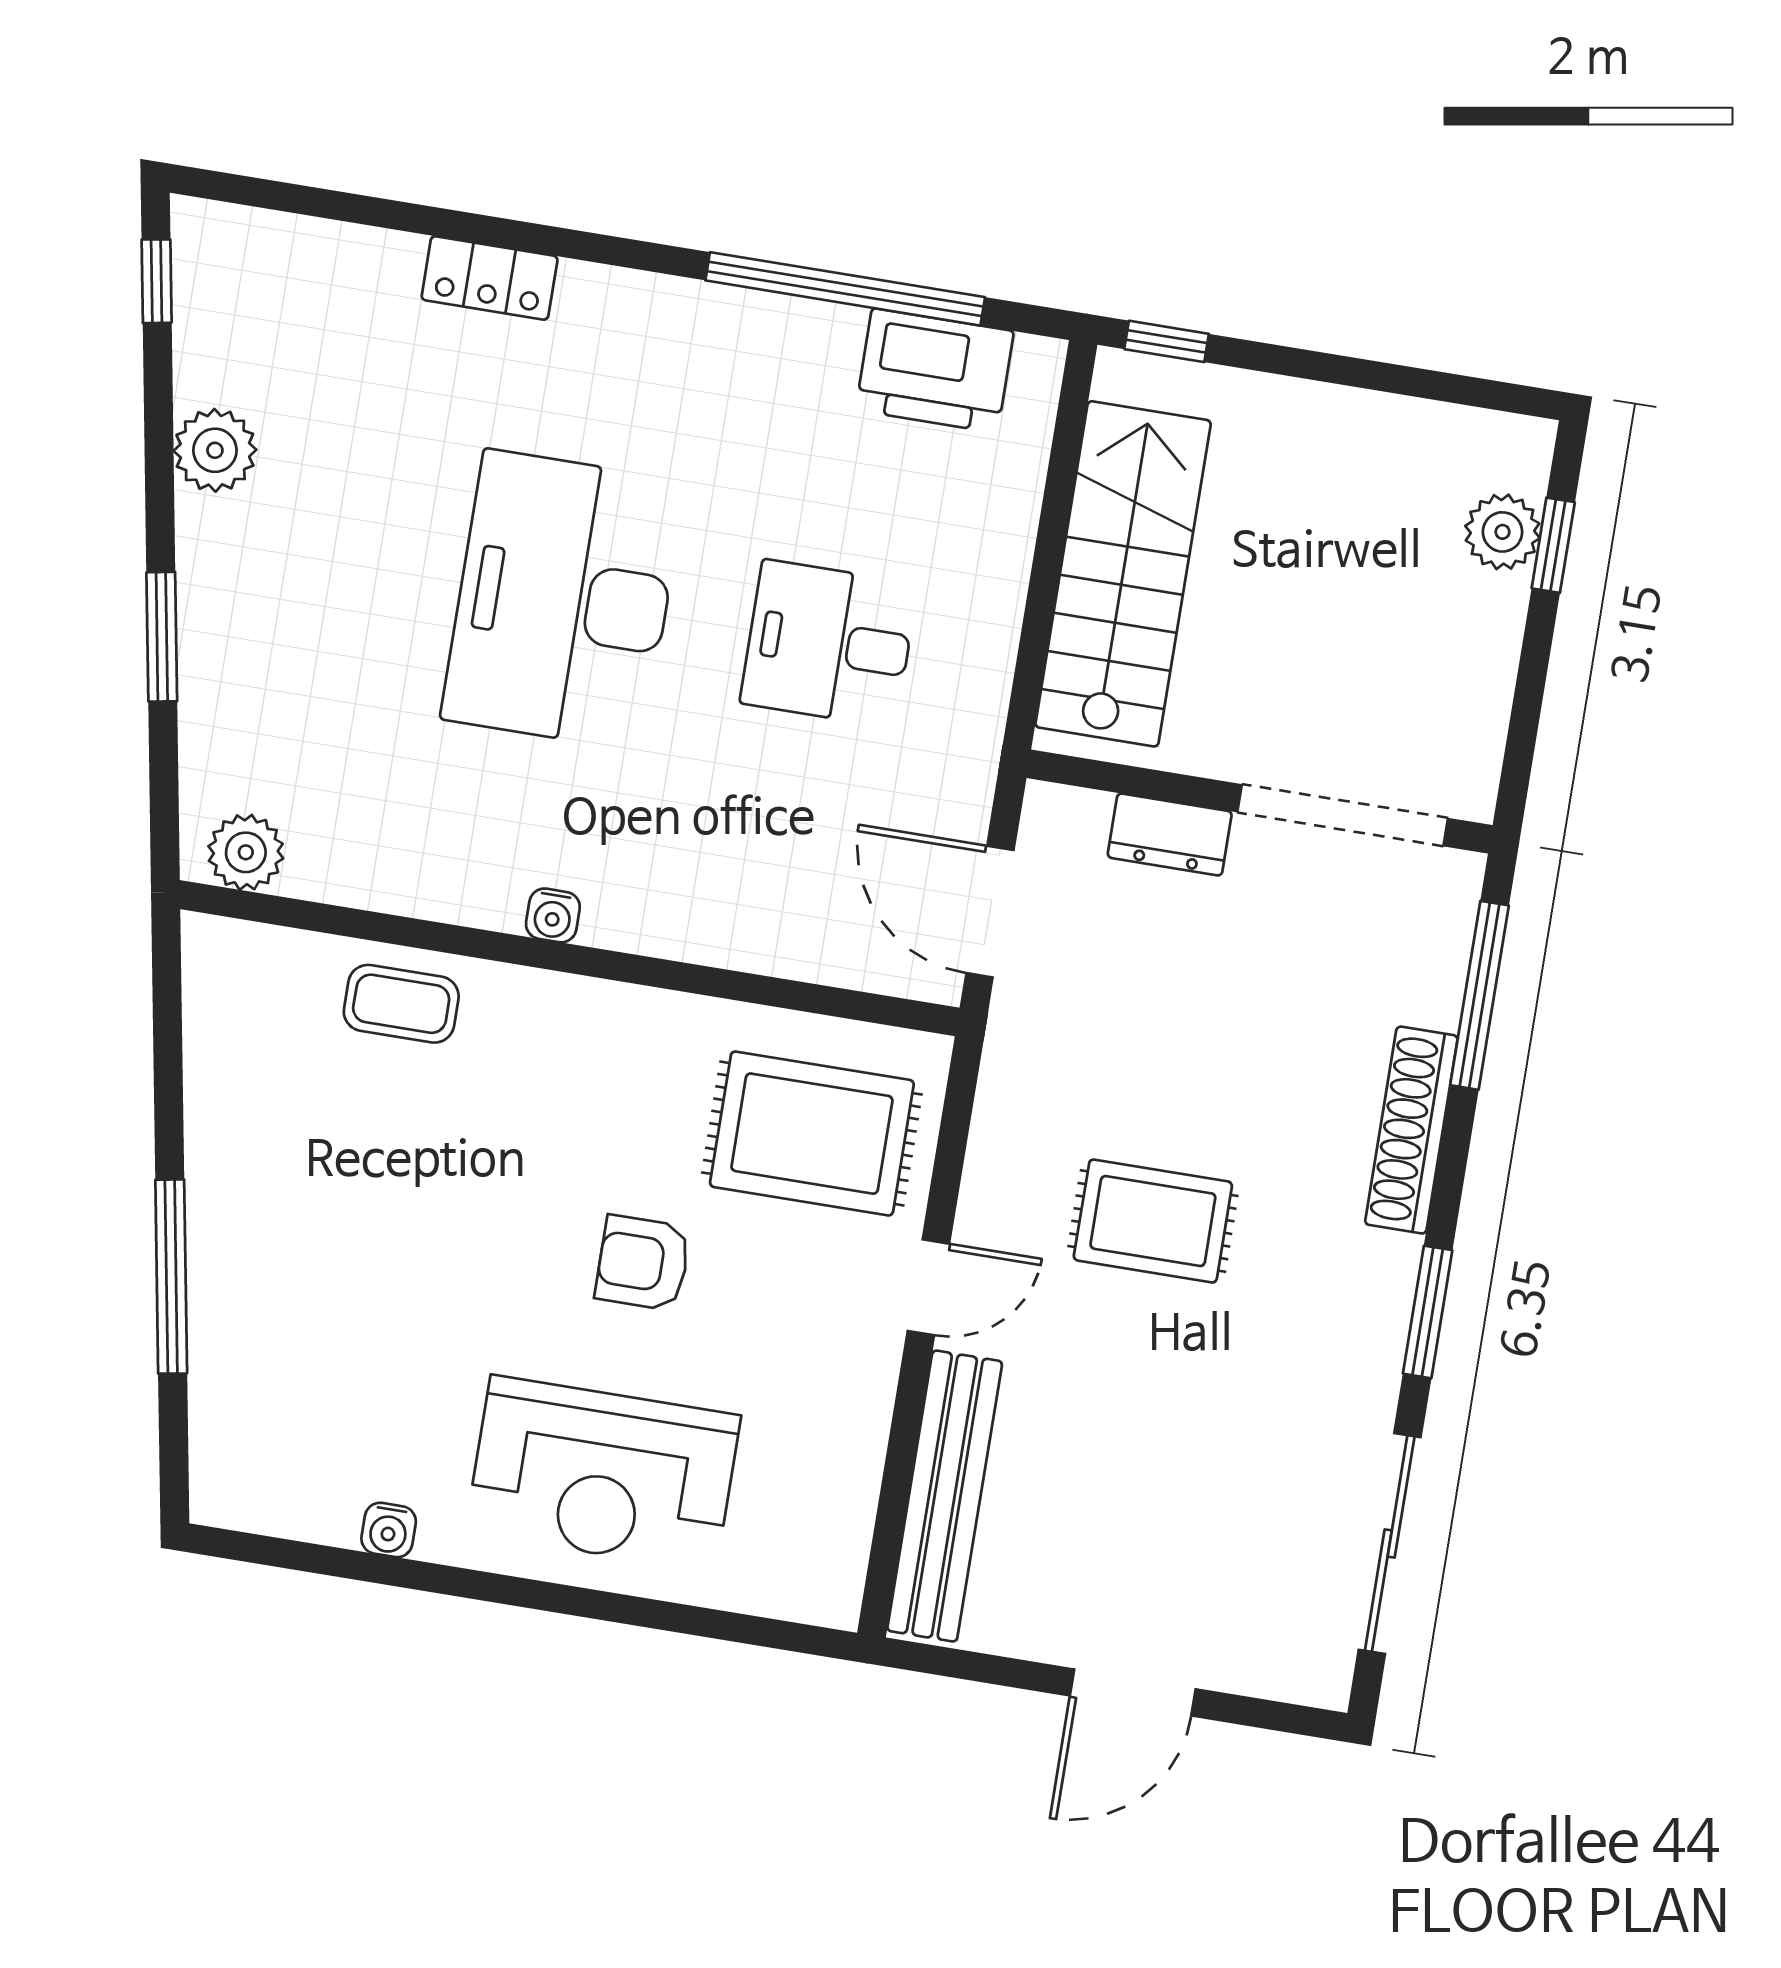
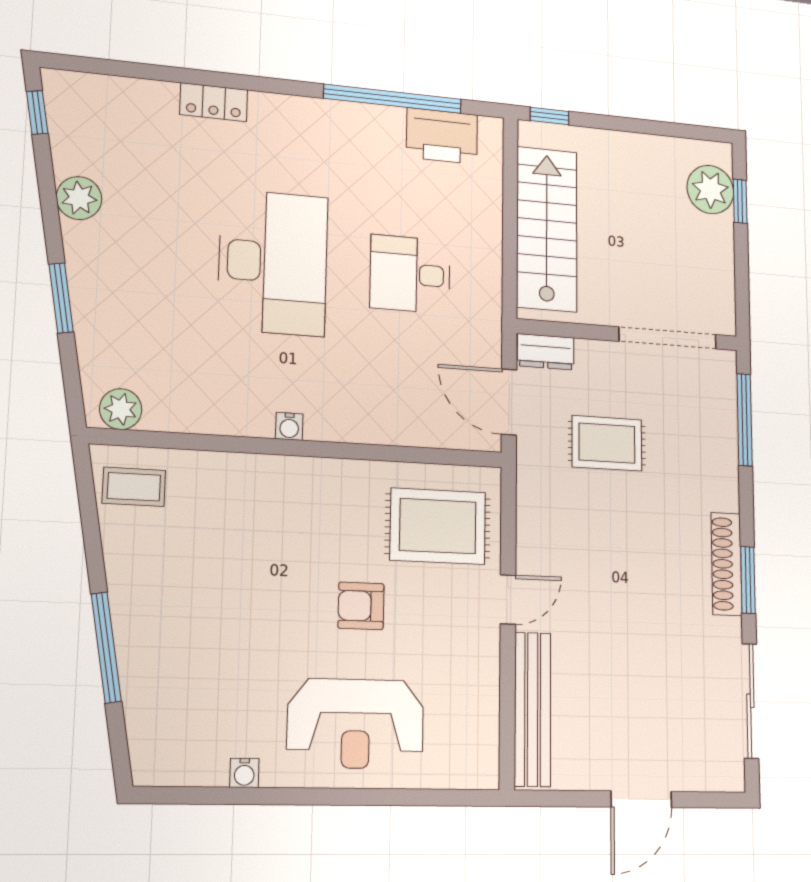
plant: (1502, 532) -> (710, 190), width x1.36, depth x1.36
desk: (563, 600) -> (273, 262), turned 180
dresser: (1170, 834) -> (546, 352), moved
coffee table: (401, 1004) -> (134, 487), moved
shoe rack: (1411, 1130) -> (726, 564), moved
rug: (1153, 1221) -> (607, 443), moved

